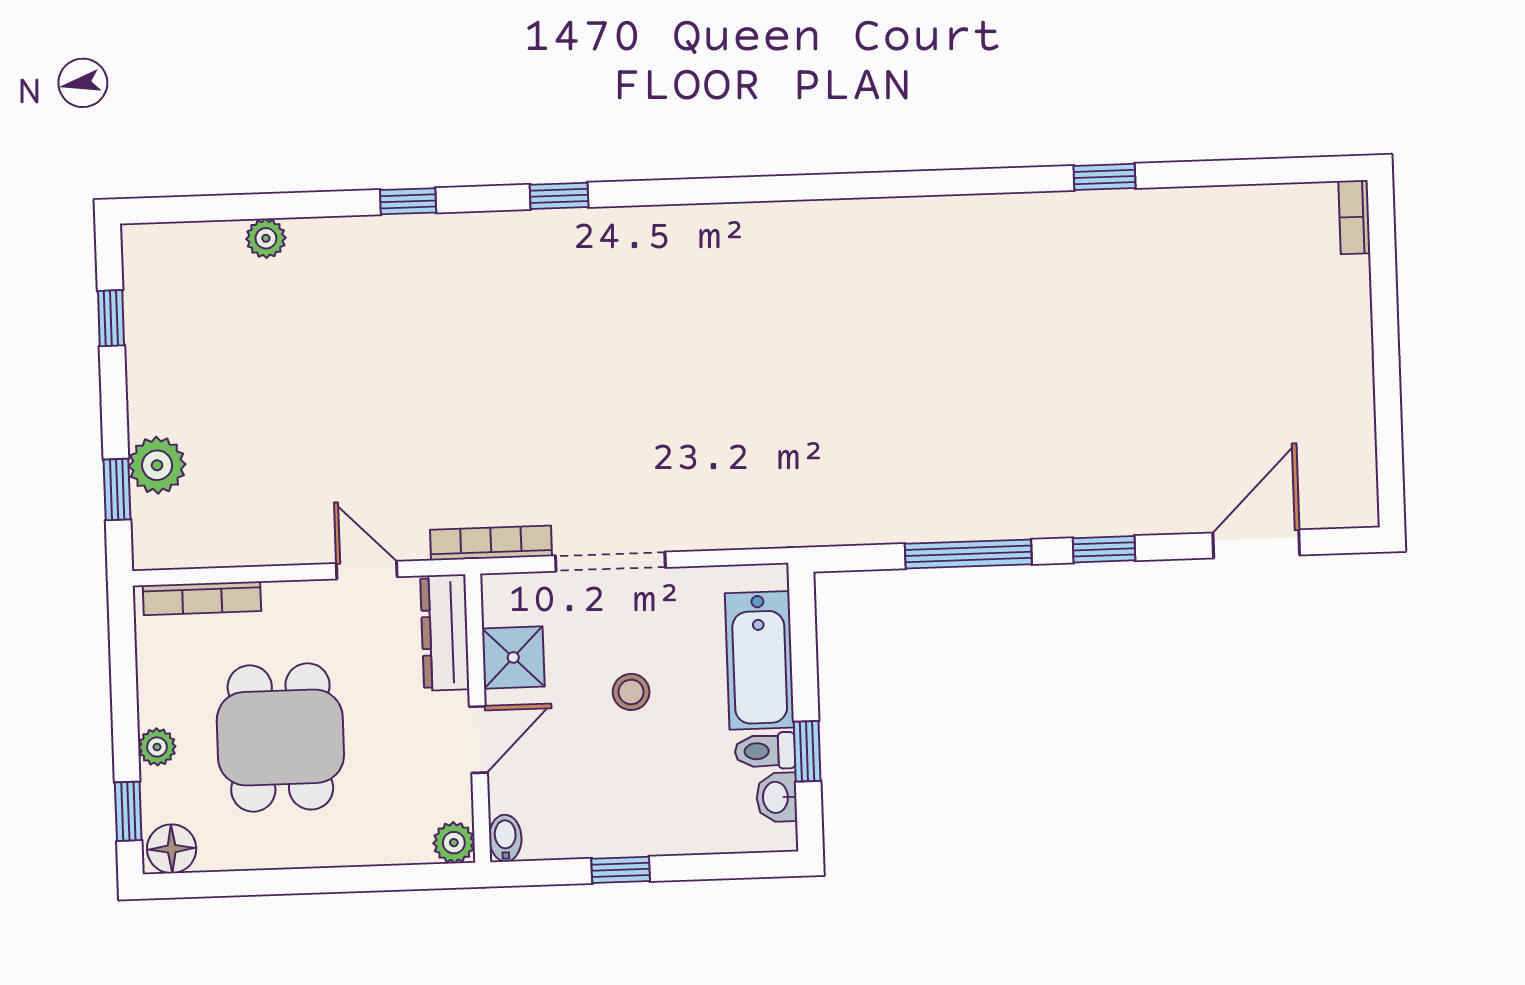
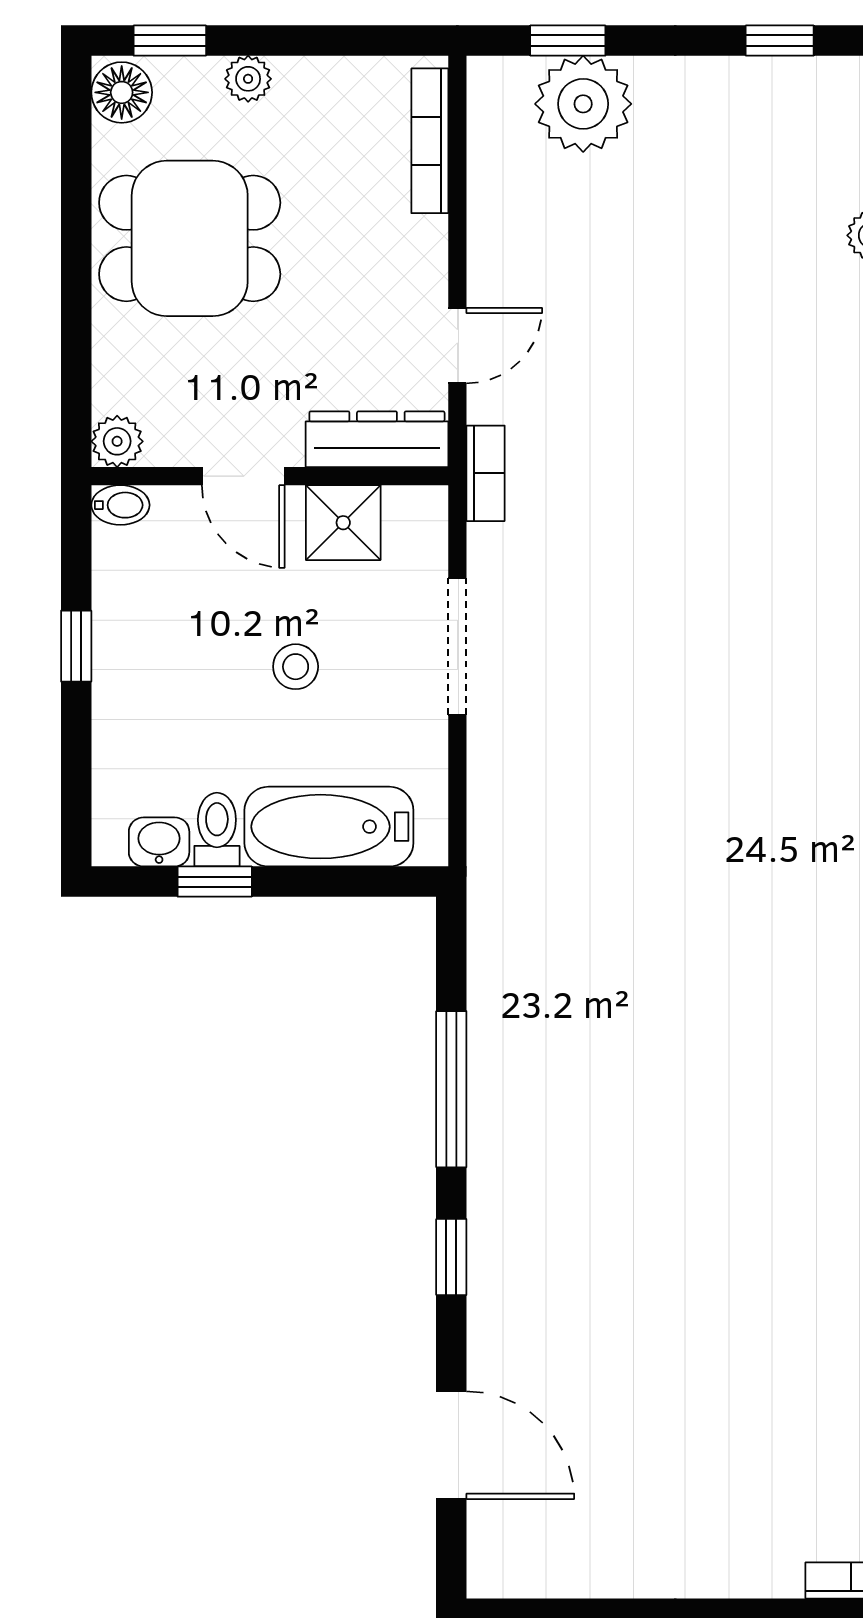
plant: (157, 465) -> (583, 104), width x1.36, depth x1.36
bookcase: (491, 543) -> (486, 473), width x0.64
dining table: (280, 737) -> (190, 238), moved

